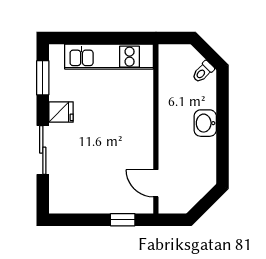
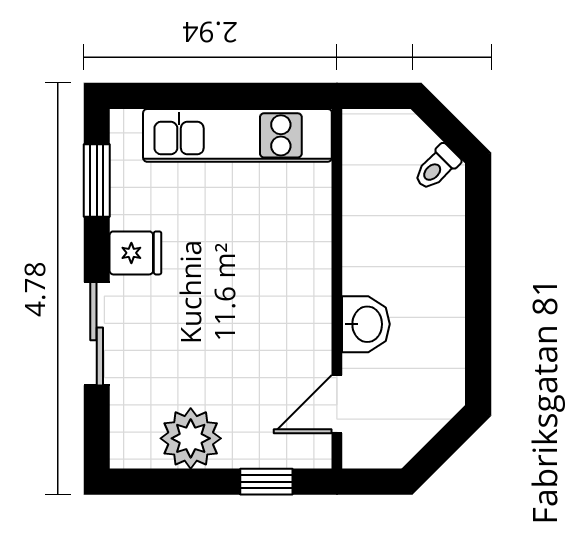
washbasin: (205, 123) -> (366, 324), moved, turned 180
door: (156, 183) -> (337, 404), hinge flipped
plant: (87, 199) -> (191, 438), added

